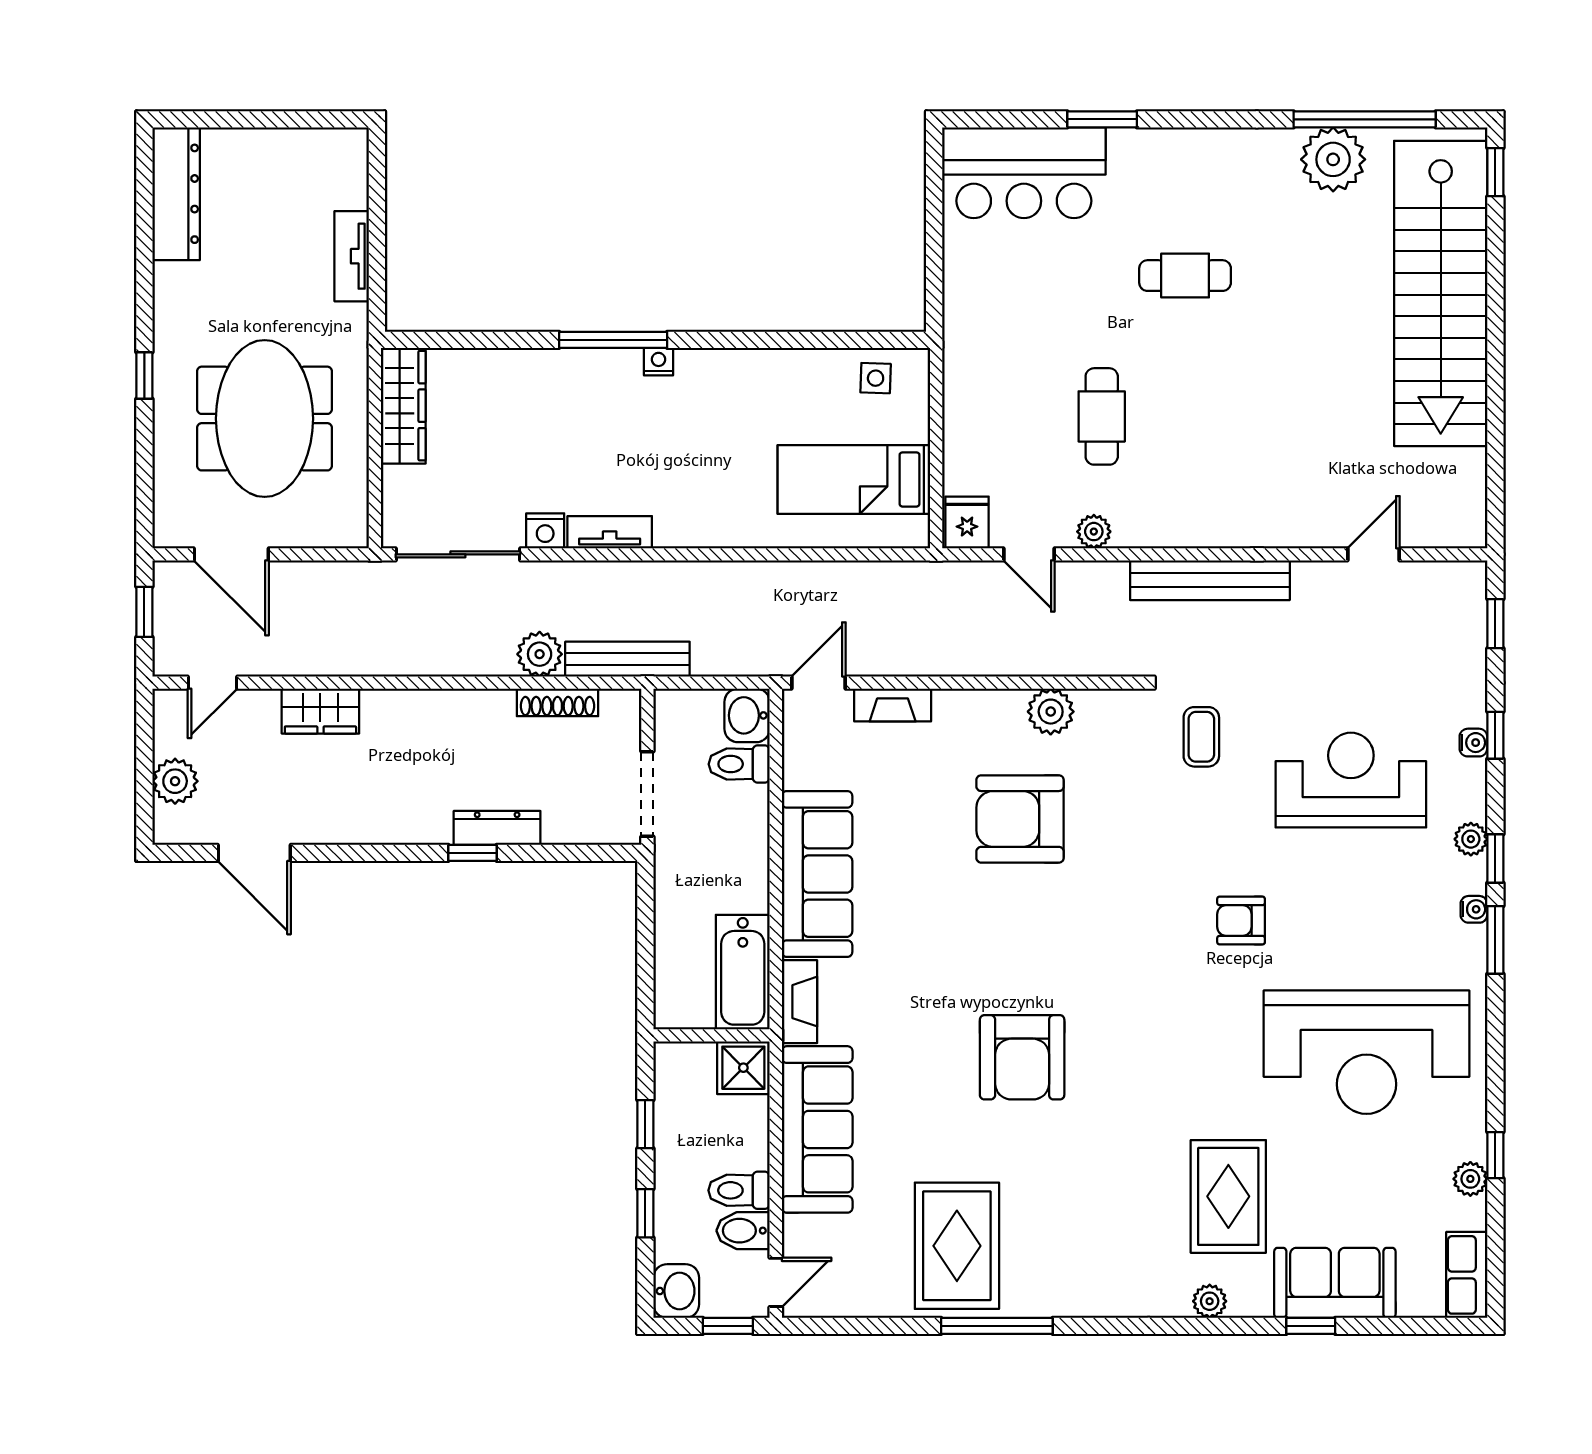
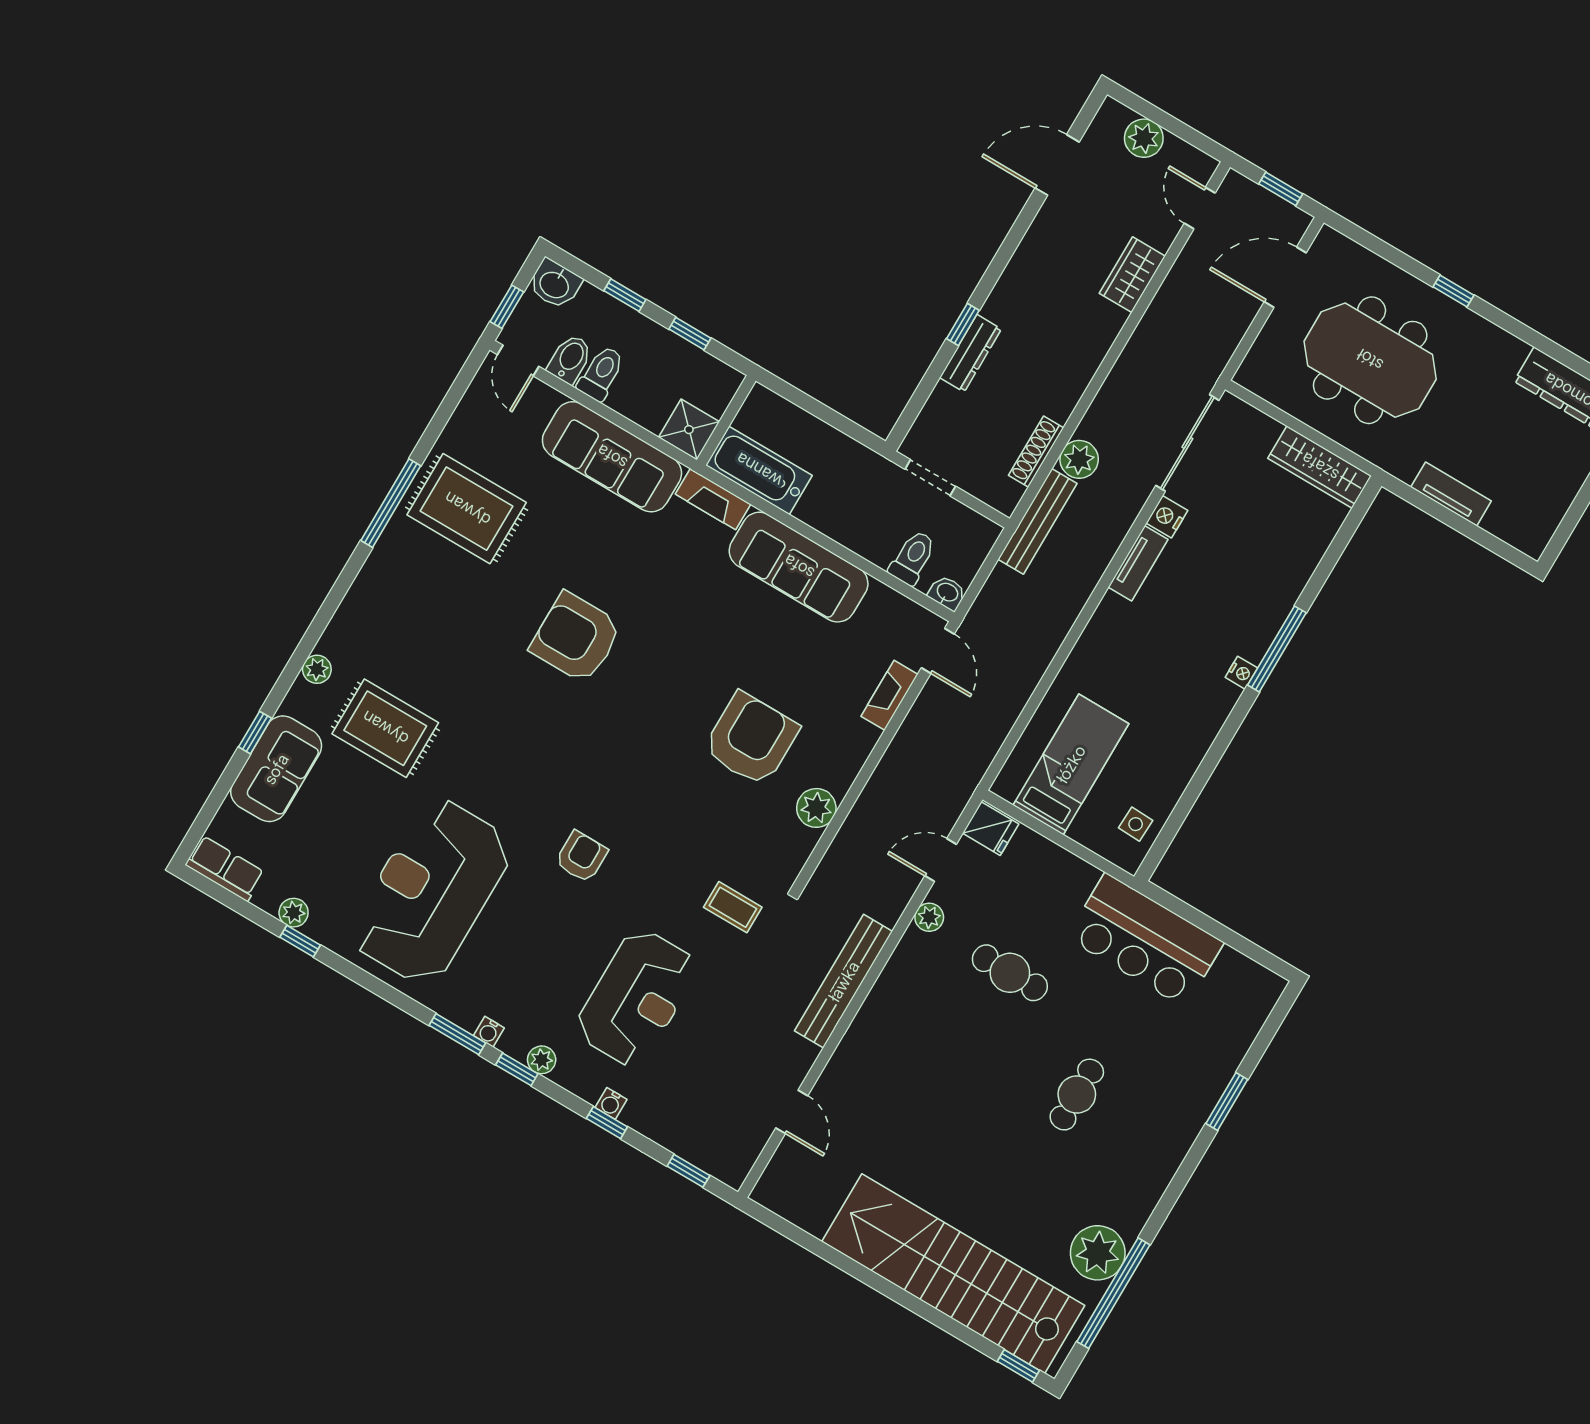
bar counter: (1024, 173) -> (1145, 940), moved, turned -90
washbasin: (747, 715) -> (947, 593), width x0.72, depth x0.69
doorway: (647, 794) -> (930, 478), width x0.73

